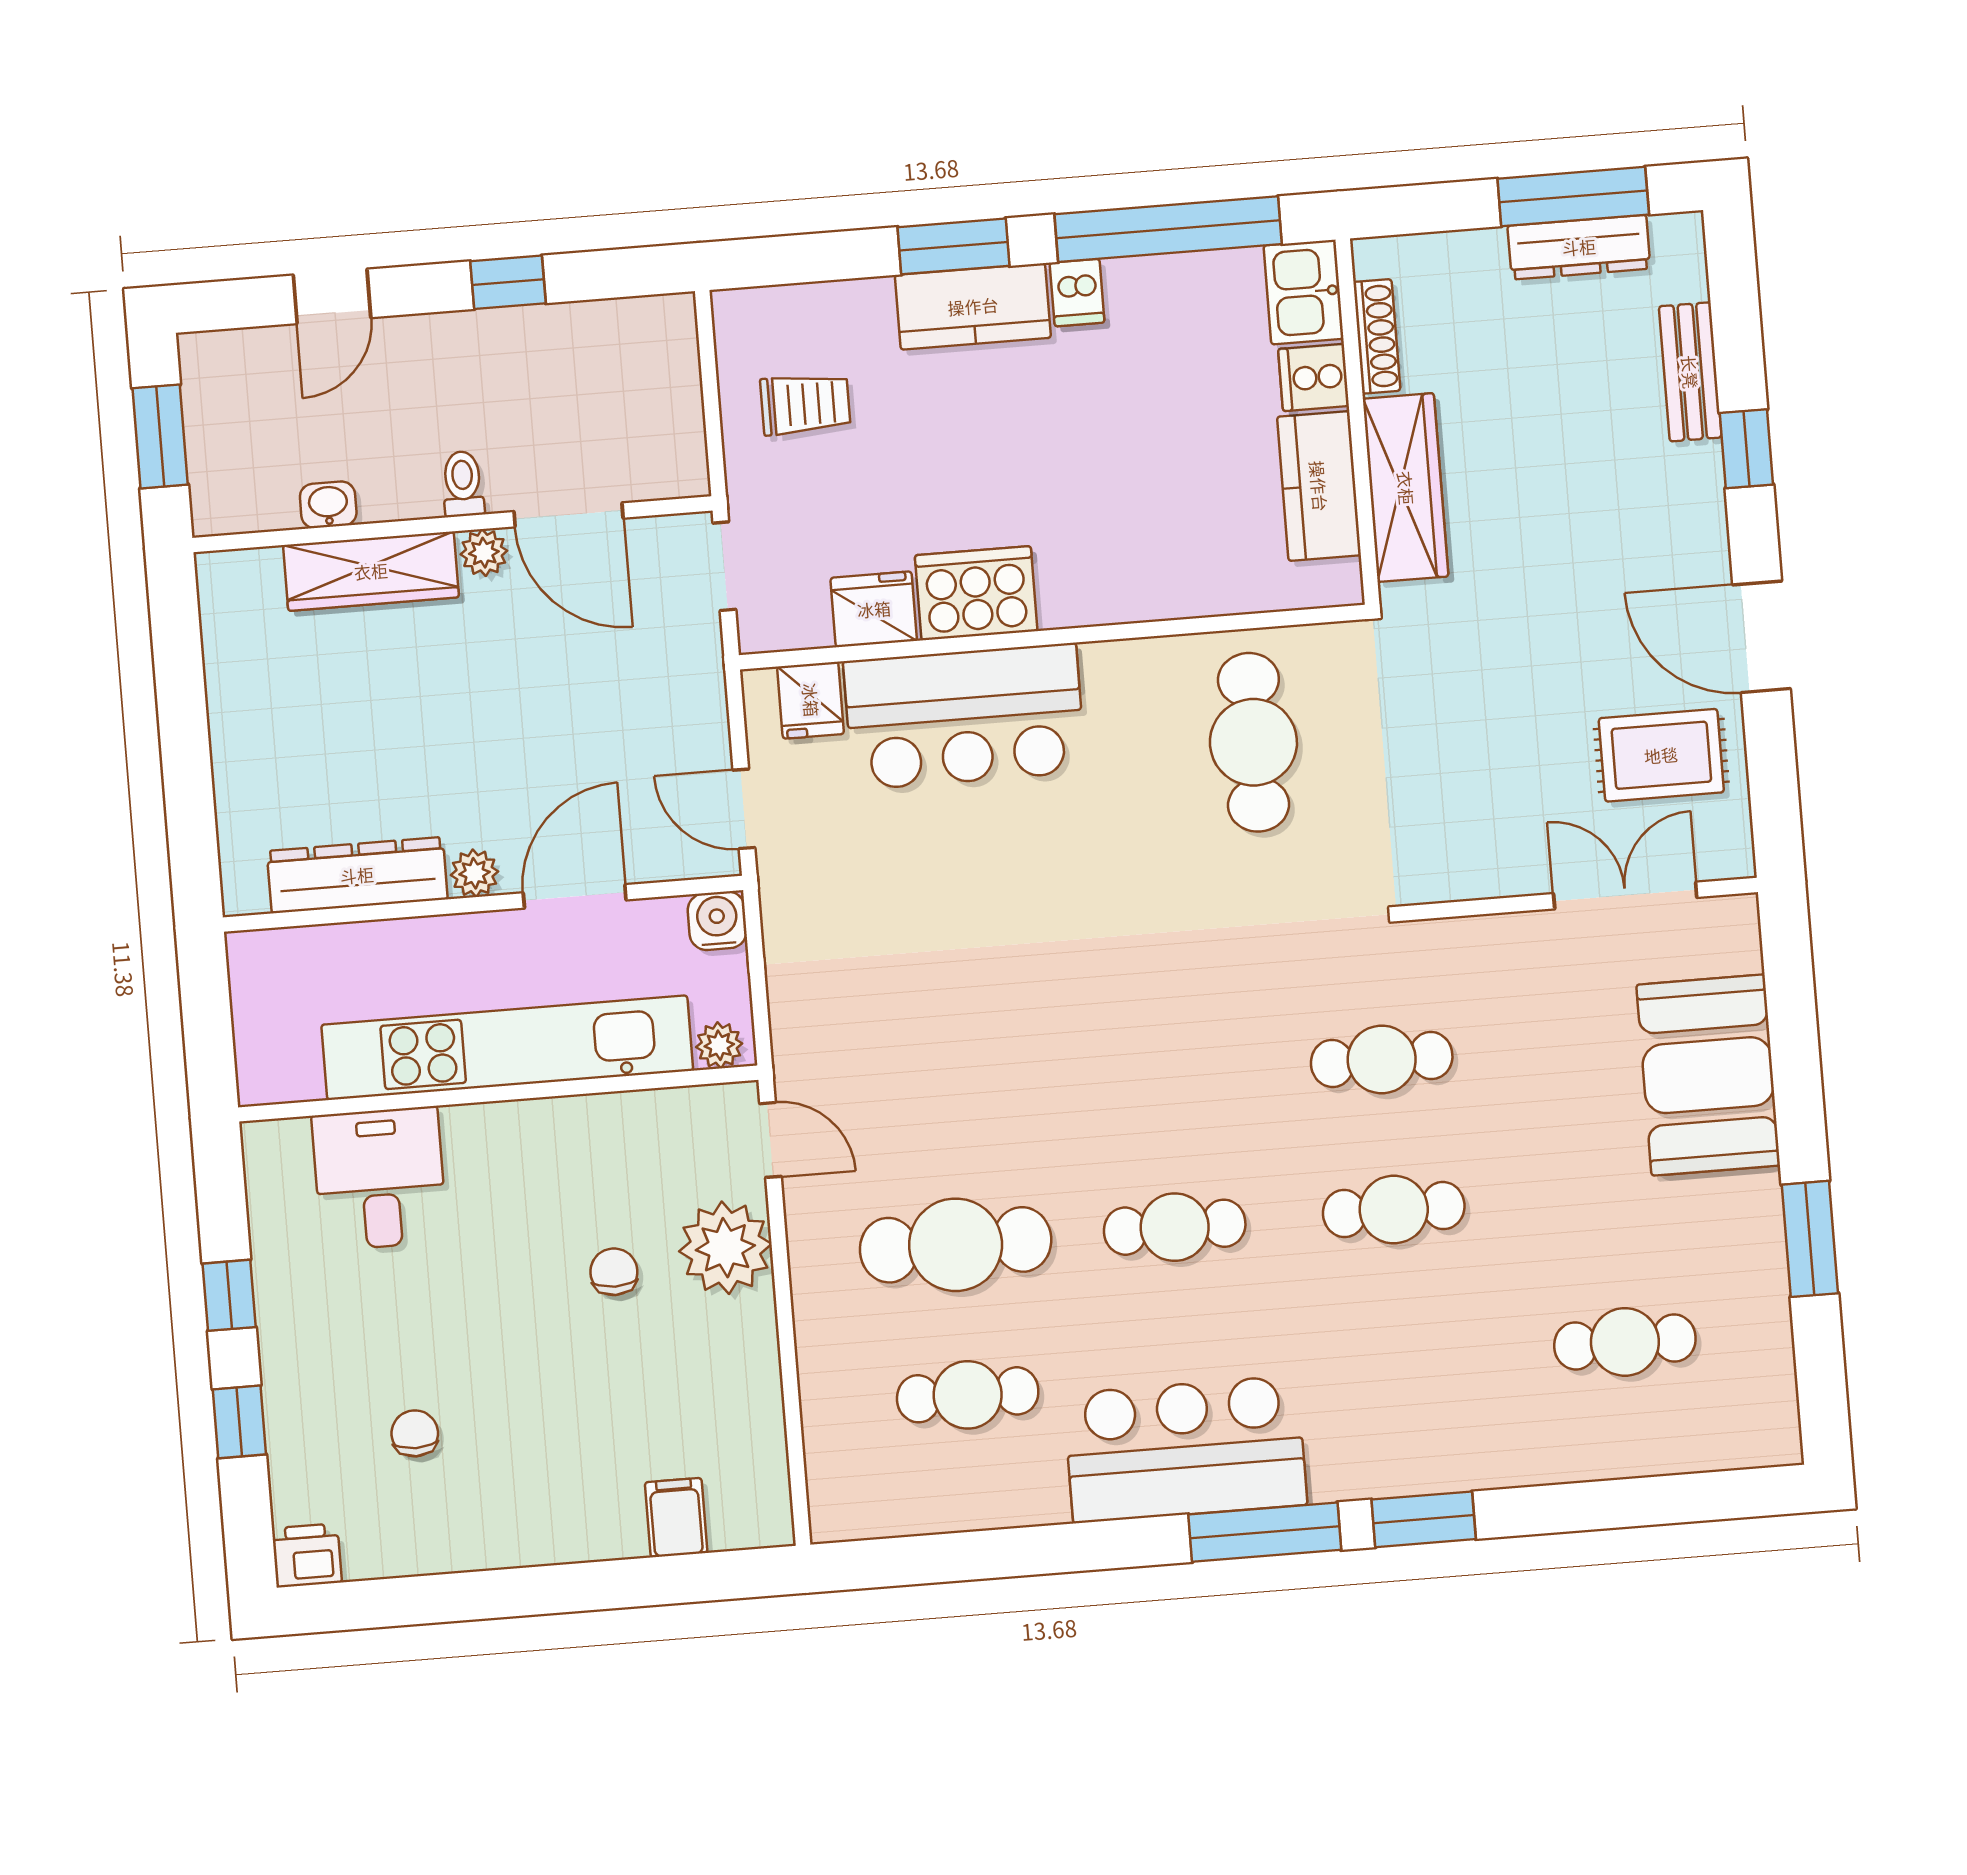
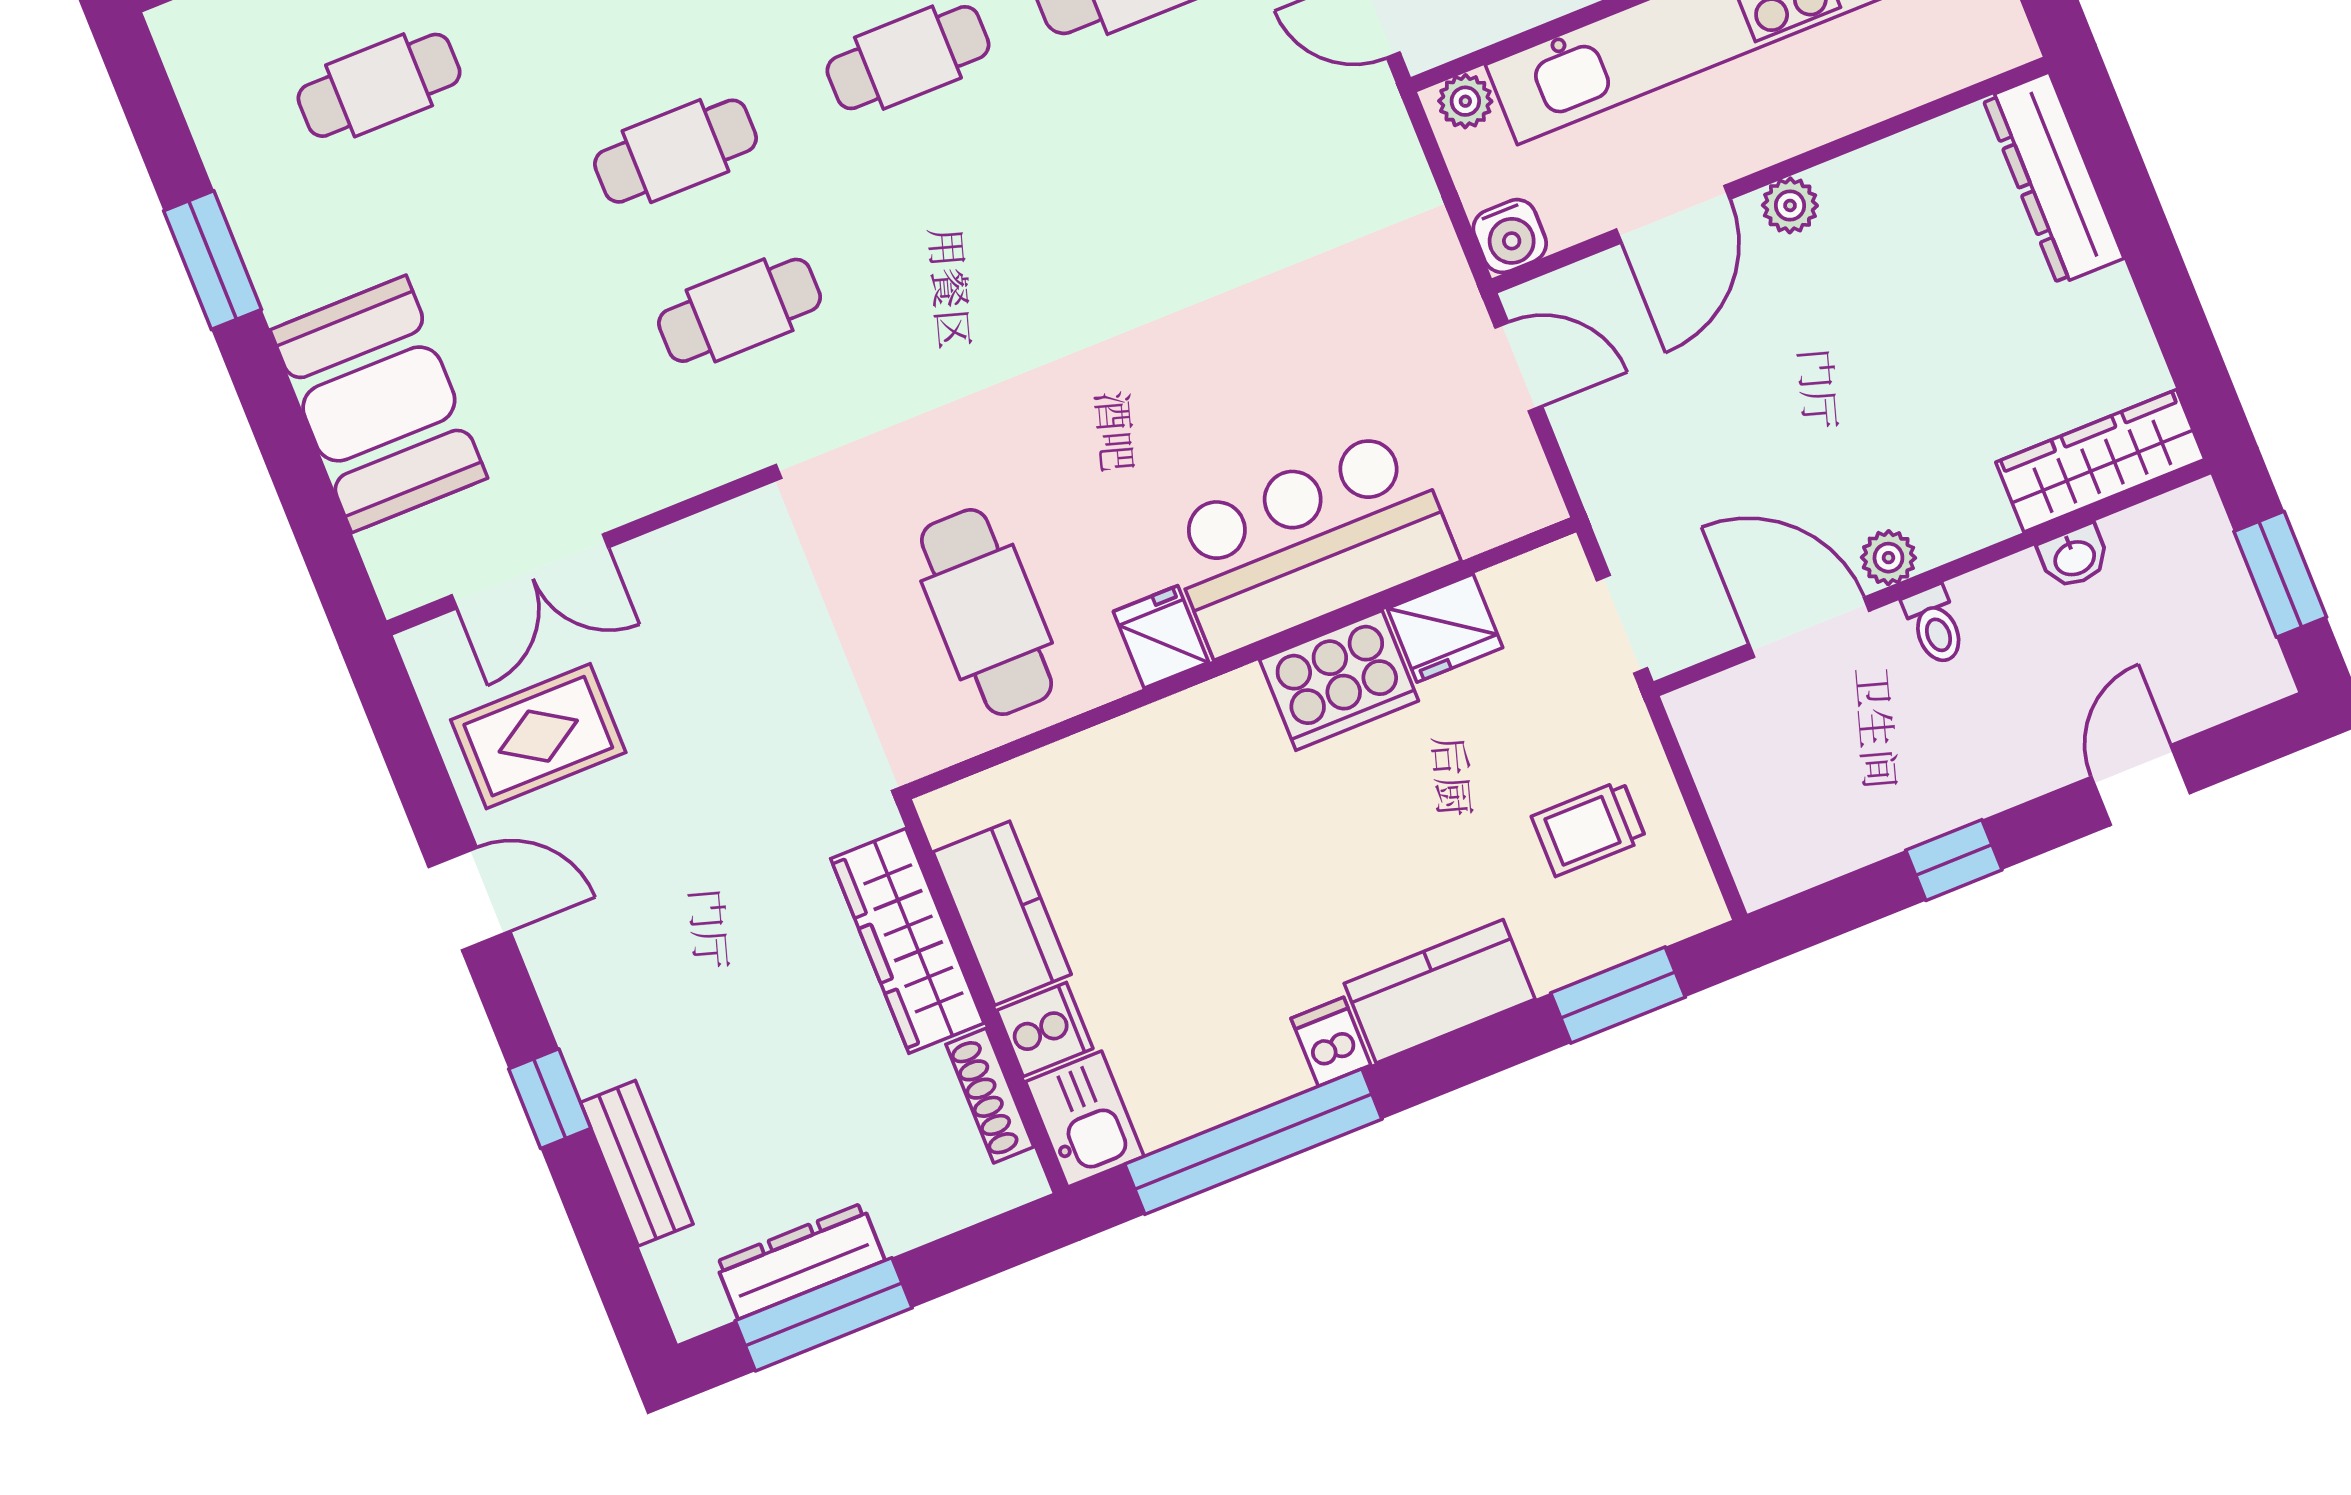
window: (953, 246) -> (1618, 995), moved
wardrobe: (371, 571) -> (2100, 461), moved
door: (1761, 637) -> (469, 899), width x0.73
fridge: (811, 700) -> (1161, 637), moved
dresser: (357, 875) -> (2053, 179), moved, turned 90

